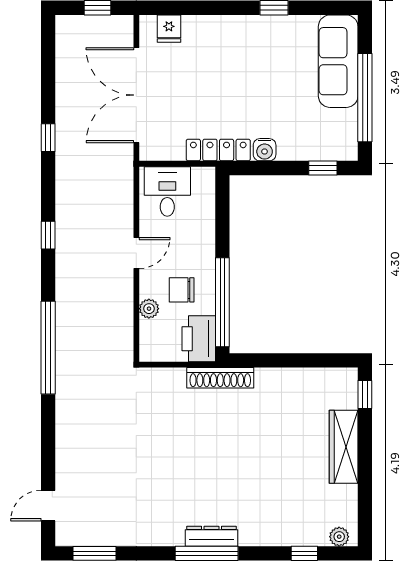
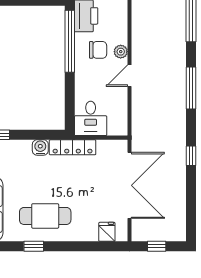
cafe table: (257, 51) -> (45, 216), added
desk: (167, 191) -> (91, 118), moved
window: (48, 235) -> (191, 88), width x2.17
plant: (149, 309) -> (121, 52), moved

